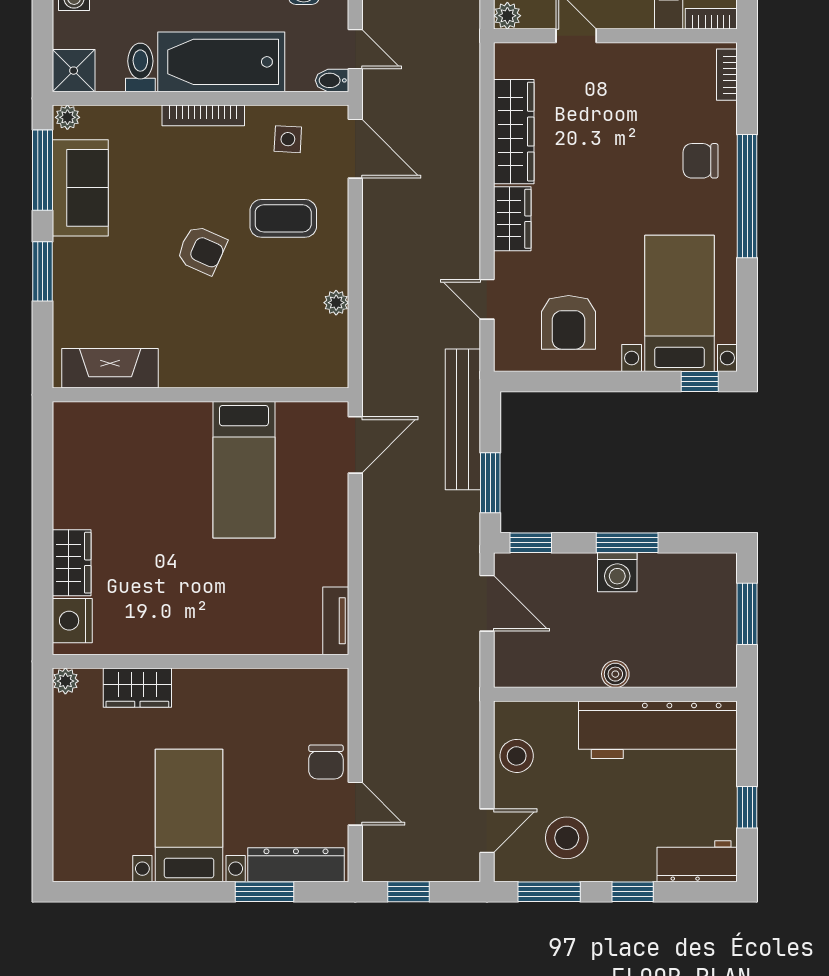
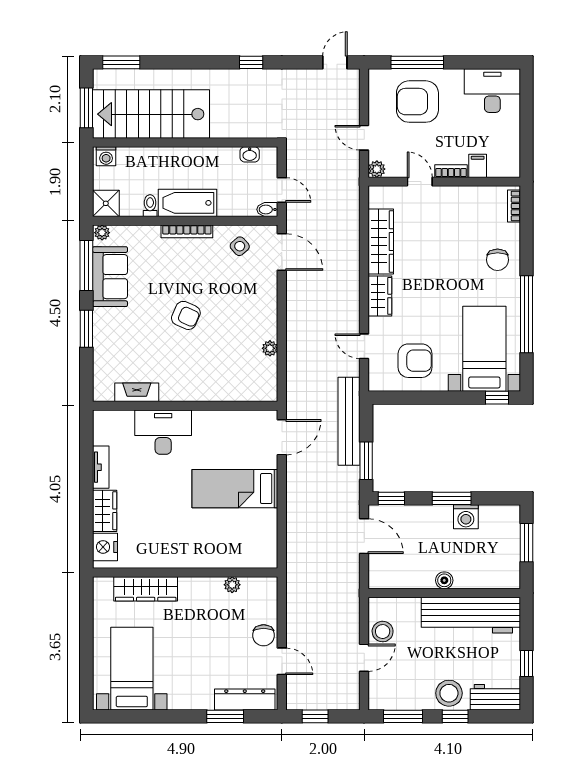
bookcase: (711, 19) -> (451, 171), moved
bathtub: (221, 62) -> (187, 203), width x0.73, depth x0.73
toilet: (140, 67) -> (150, 206), width x0.73, depth x0.72
side table: (288, 139) -> (240, 246), turned 45
chair: (701, 161) -> (498, 260), turned -90
window: (747, 196) -> (527, 314), moved
coffee table: (283, 218) -> (237, 296), removed
armchair: (569, 322) -> (415, 361), turned -90
fireplace: (110, 368) -> (137, 392), width x0.73, depth x0.76
desk: (165, 437) -> (163, 432), added
bed: (244, 470) -> (235, 489), moved, turned 90
washing machine: (617, 572) -> (466, 517), moved
tv unit: (336, 621) -> (101, 467), moved, turned 180
plant: (65, 681) -> (232, 585), moved
wardrobe: (137, 688) -> (146, 589), width x1.50
bed with nightstands: (189, 815) -> (132, 669), moved
door: (487, 831) -> (364, 658), moved
stool: (567, 838) -> (449, 693), moved

